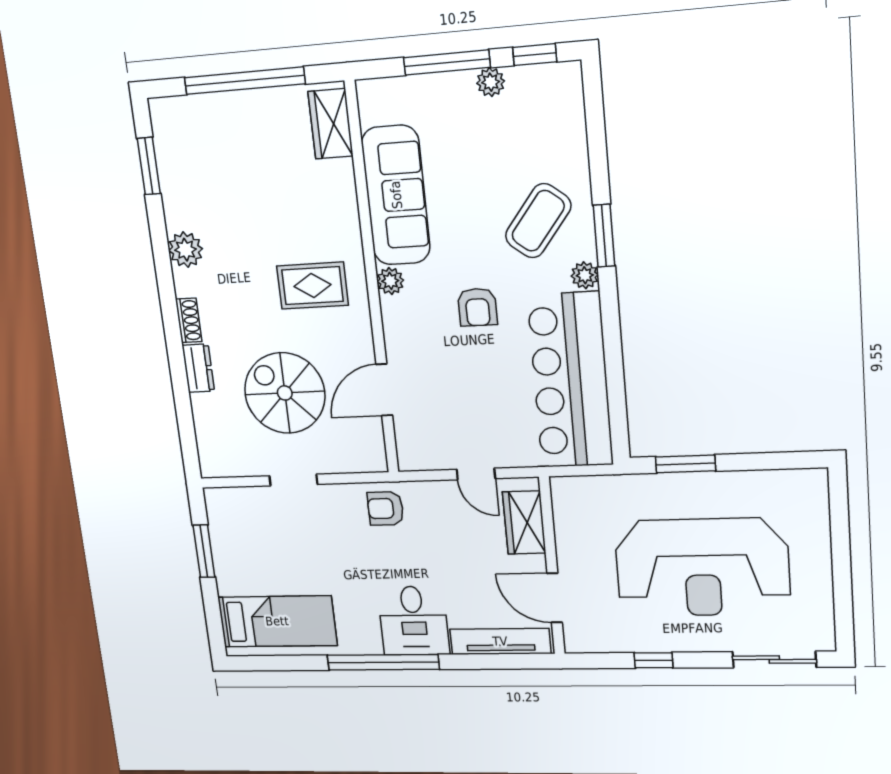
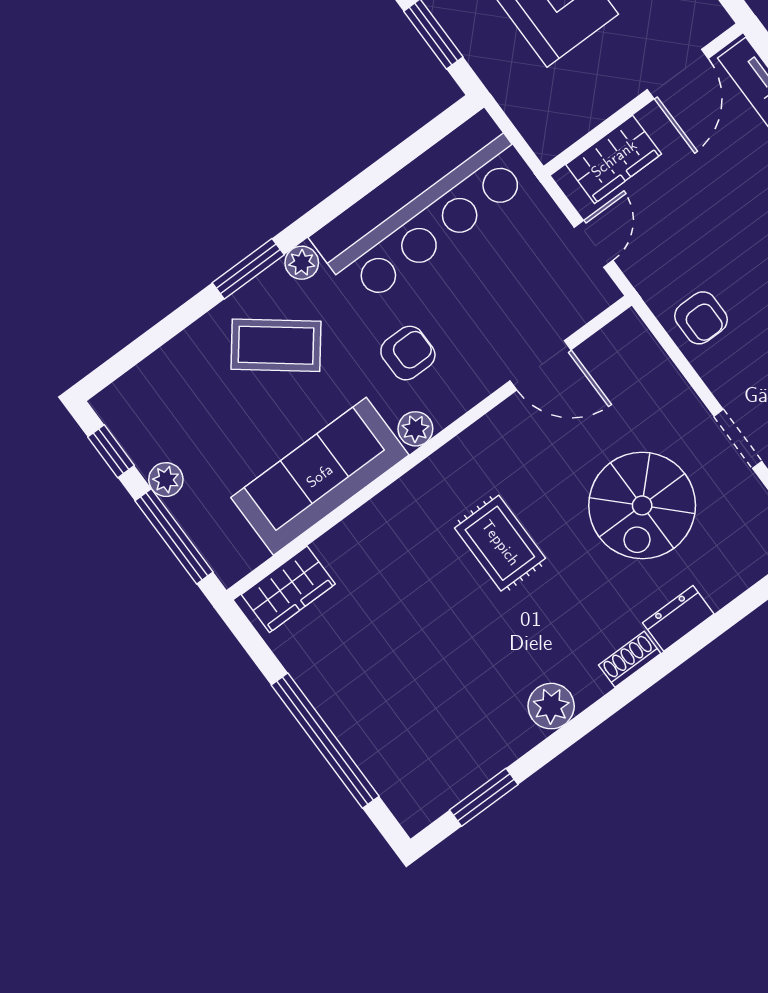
wardrobe: (330, 124) -> (288, 589), moved
sofa: (396, 195) -> (320, 476), moved
plant: (390, 281) -> (415, 429), moved
wall: (372, 282) -> (429, 448), moved
door: (384, 390) -> (541, 365), moved

